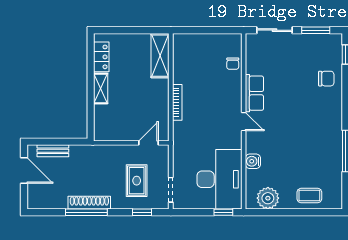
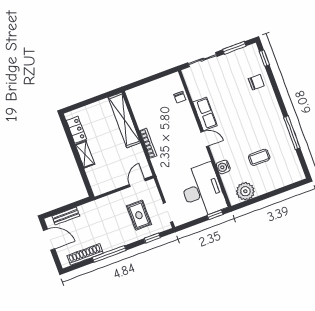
shelving: (160, 56) -> (124, 120), width x1.47
coffee table: (309, 196) -> (259, 157), moved
shoe rack: (89, 203) -> (85, 254), moved

